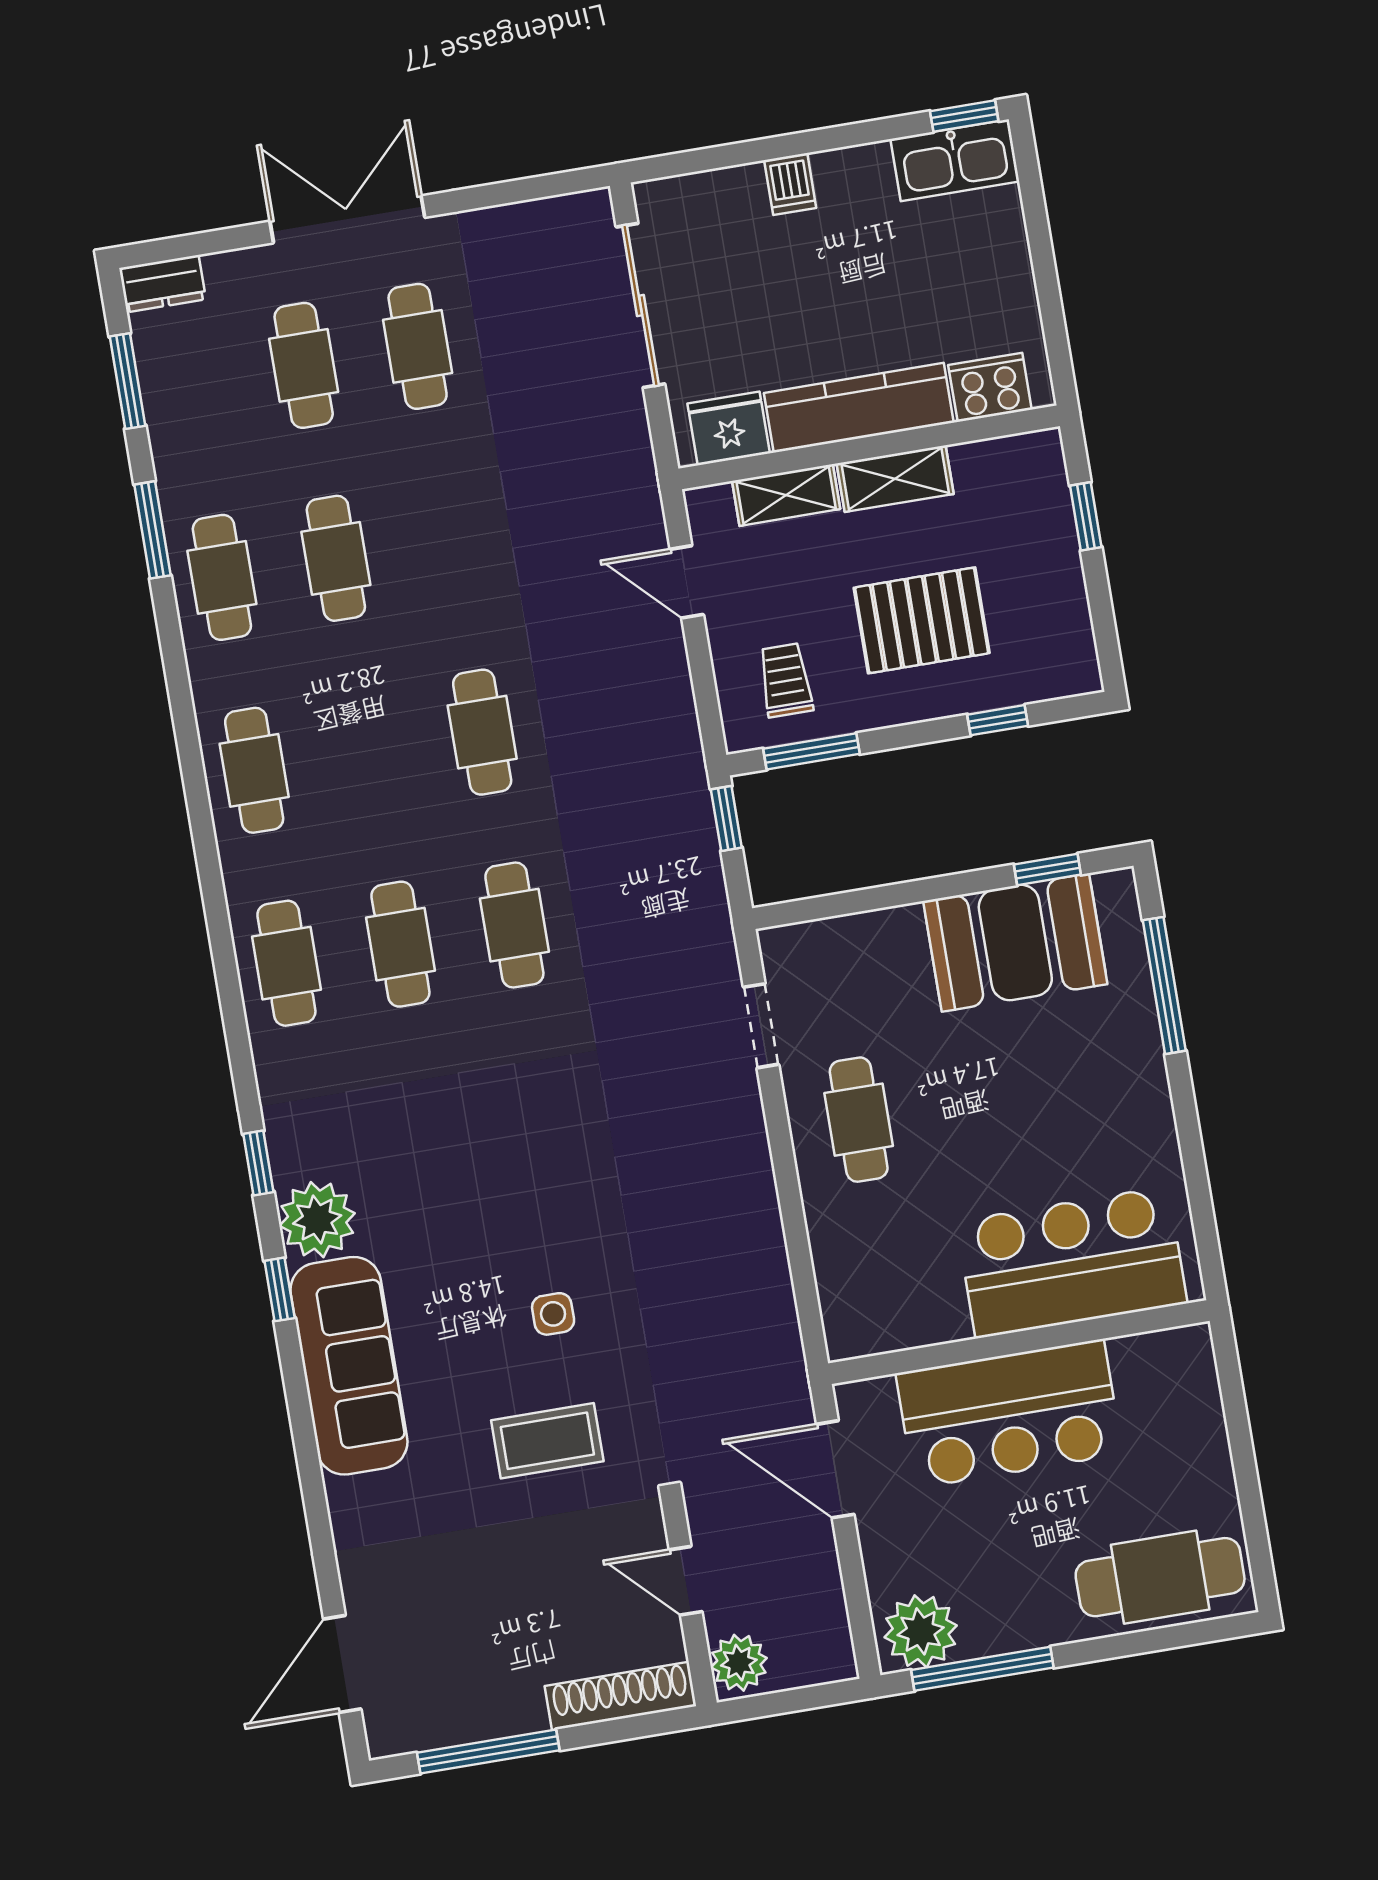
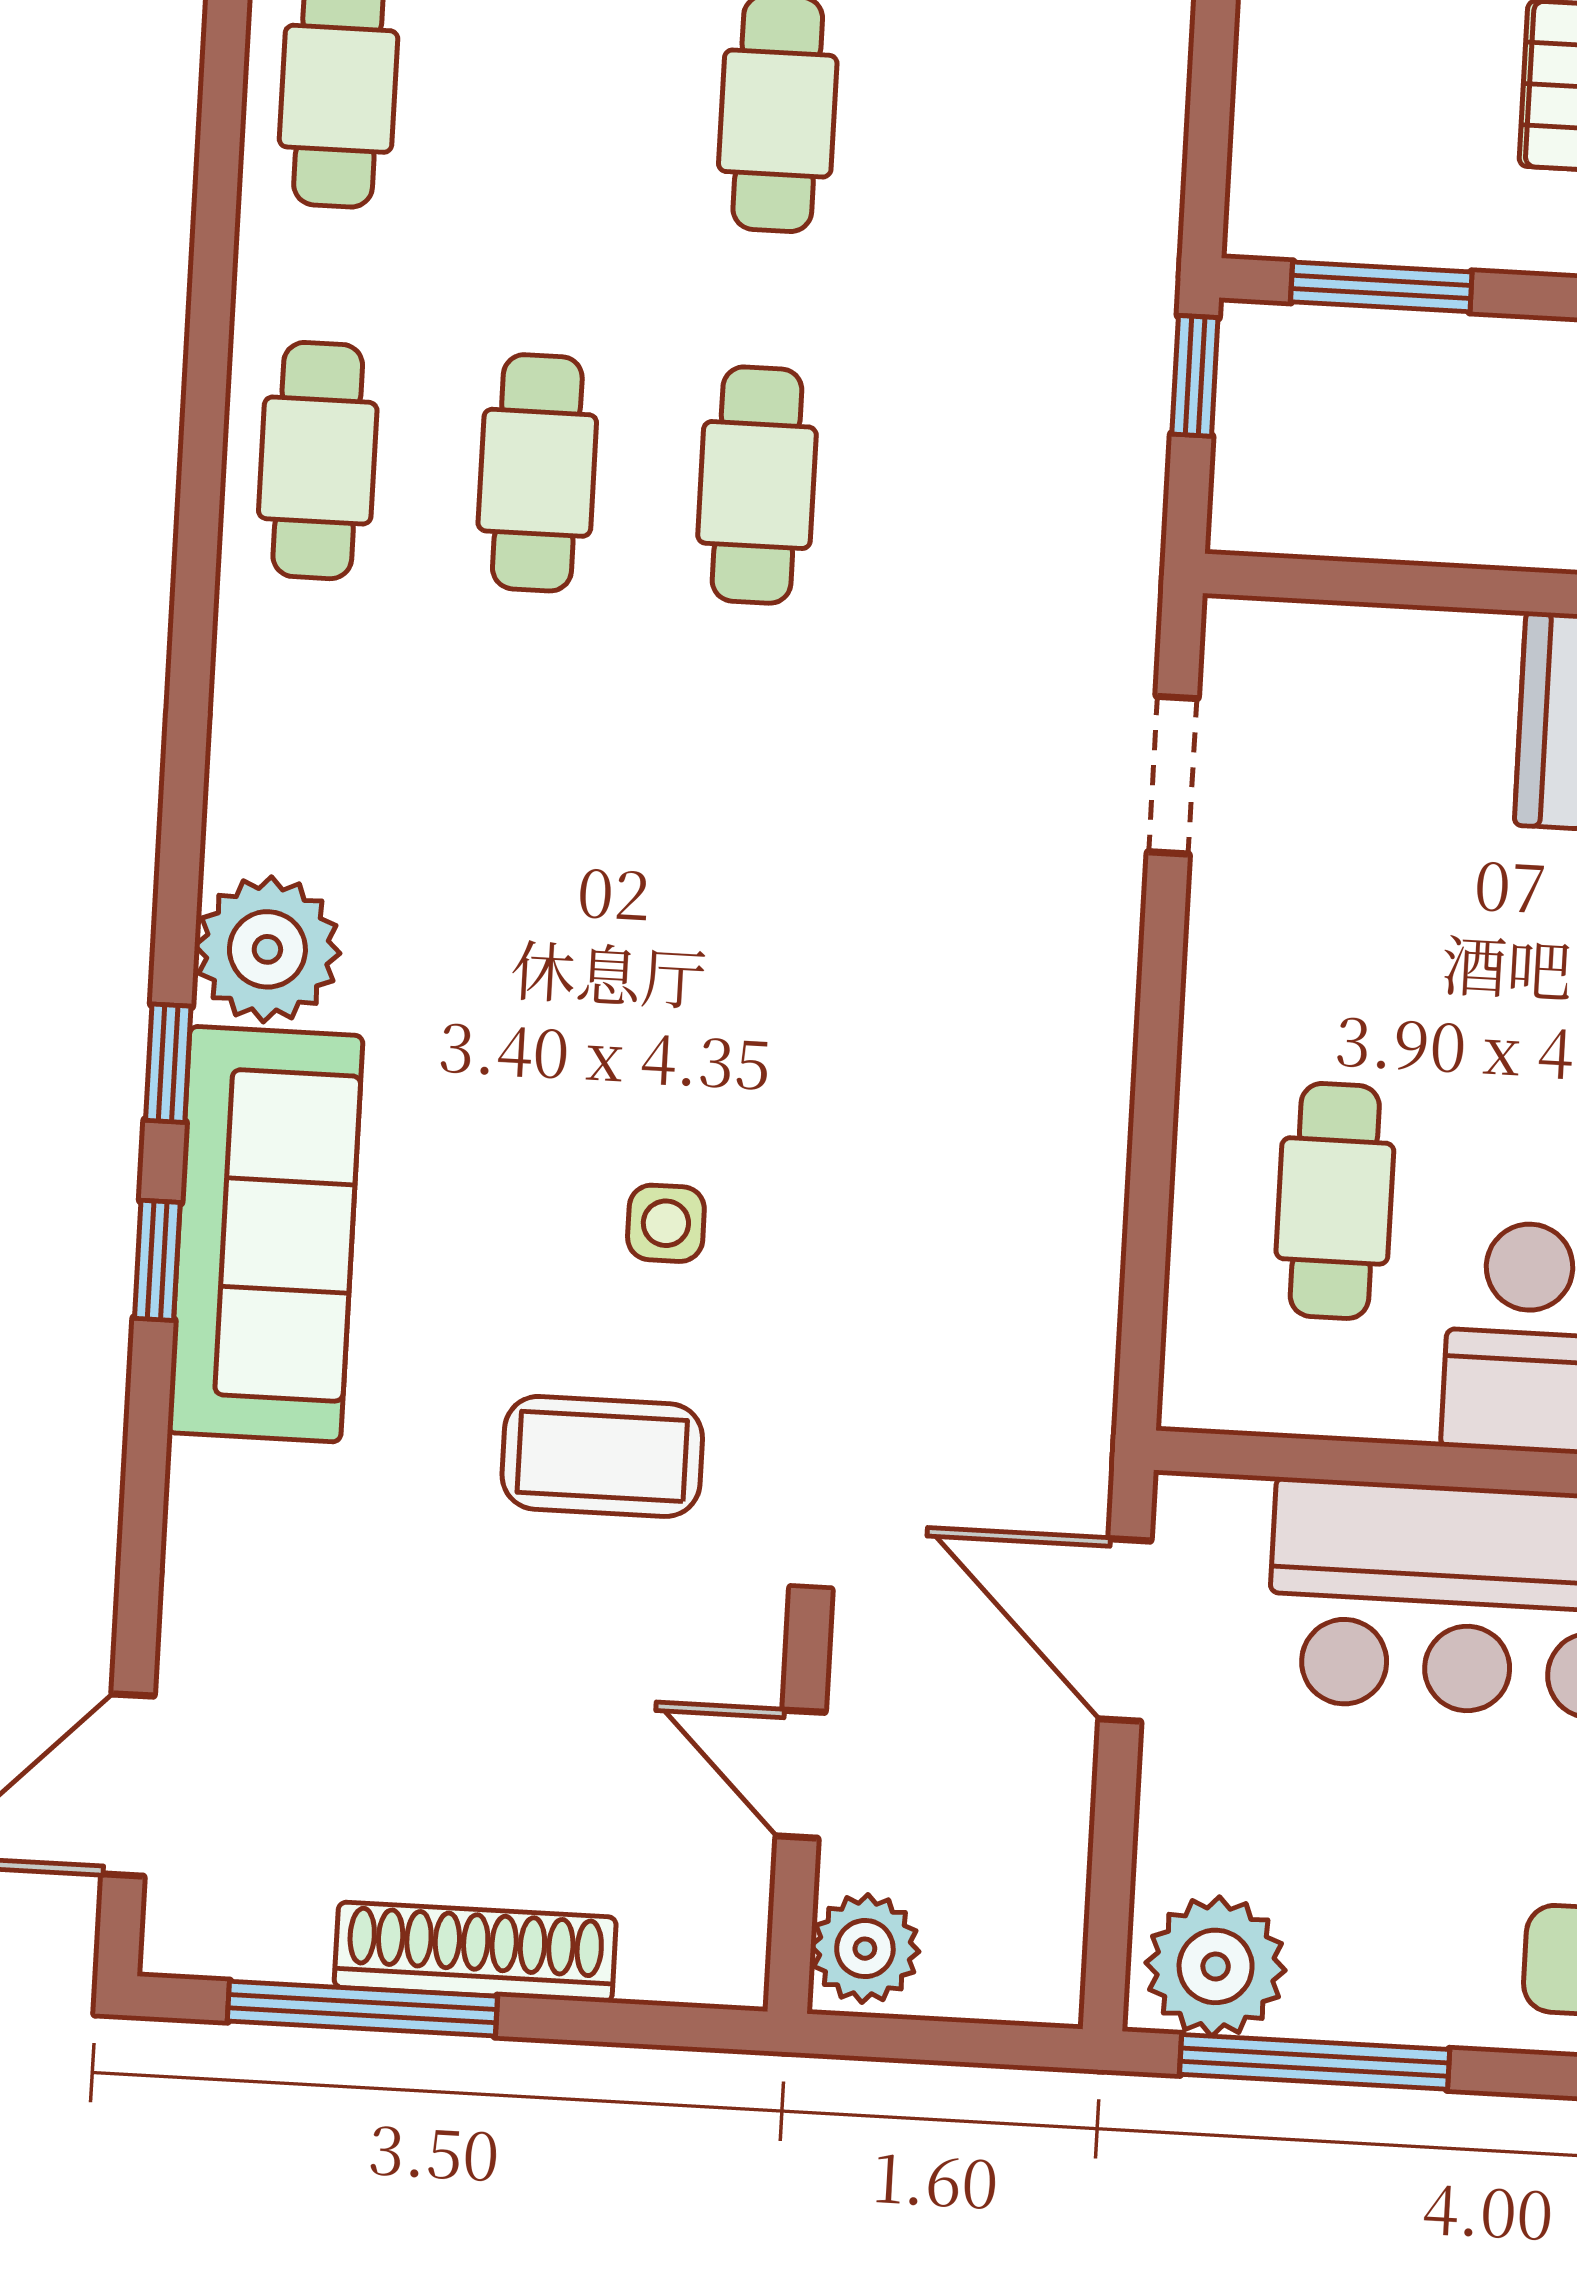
trolley: (786, 680) -> (1363, 144), removed
cafe table: (859, 1120) -> (1335, 1201), moved
window: (258, 1163) -> (157, 1260), moved
shoe rack: (620, 1696) -> (475, 1952), moved

